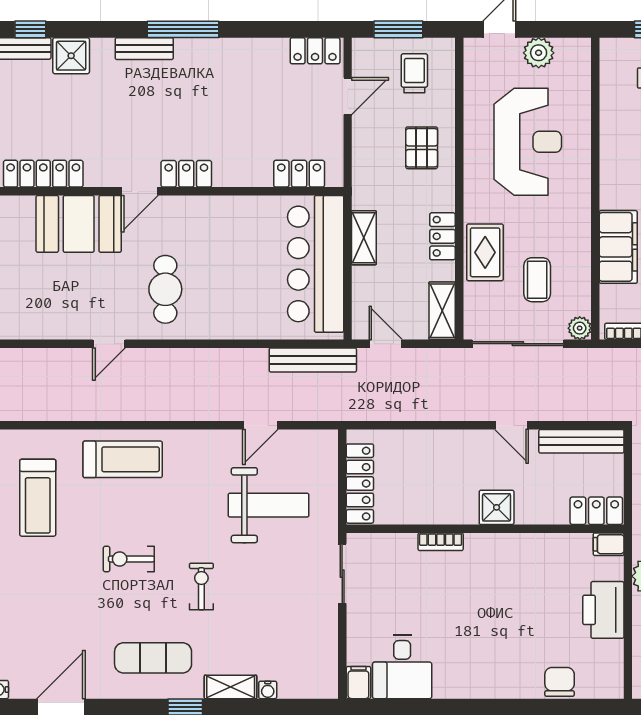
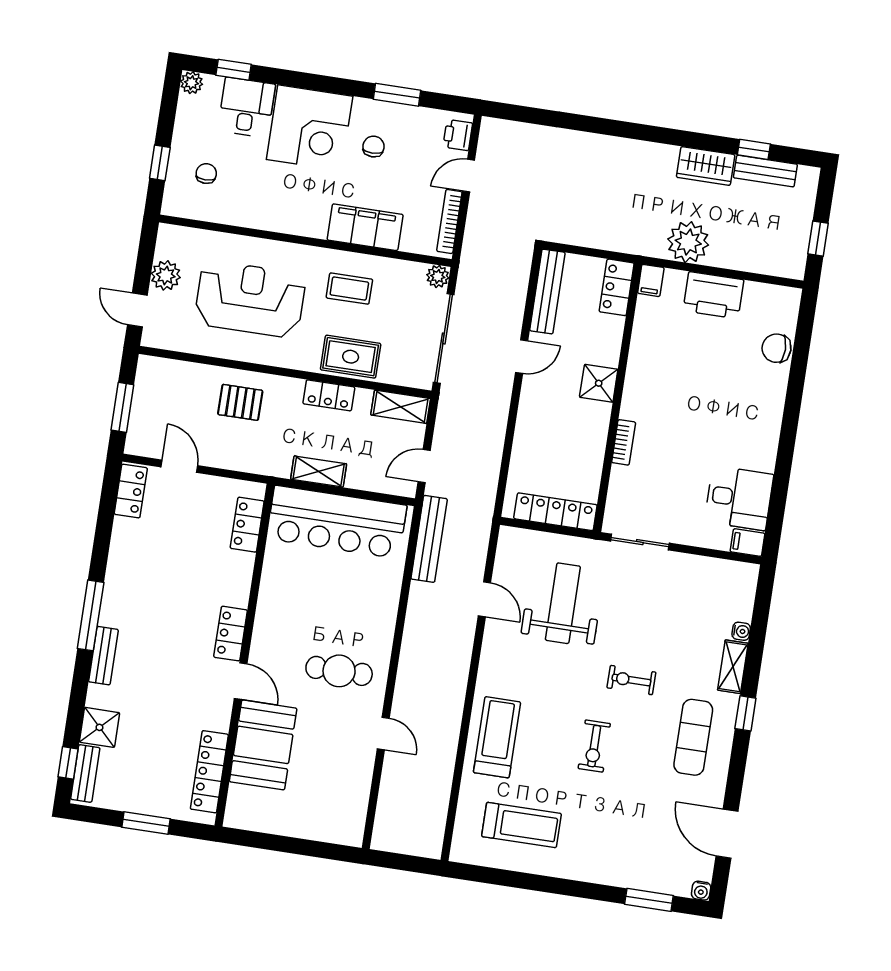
trolley: (414, 73) -> (167, 398), removed
coffee table: (537, 280) -> (349, 289), moved

